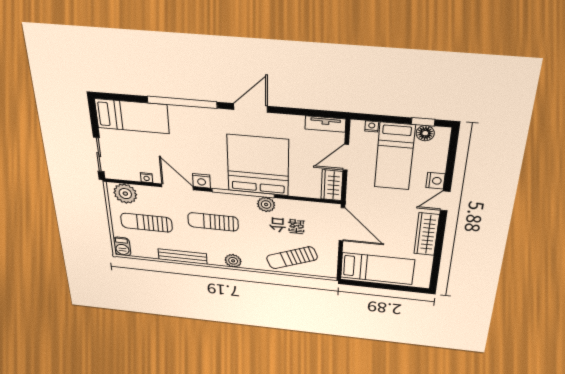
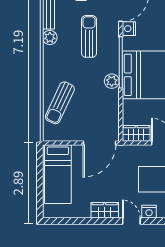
wardrobe: (427, 234) -> (105, 210), width x0.67
sun lounger: (292, 258) -> (60, 103), turned -133
plant: (233, 261) -> (50, 37), moved

